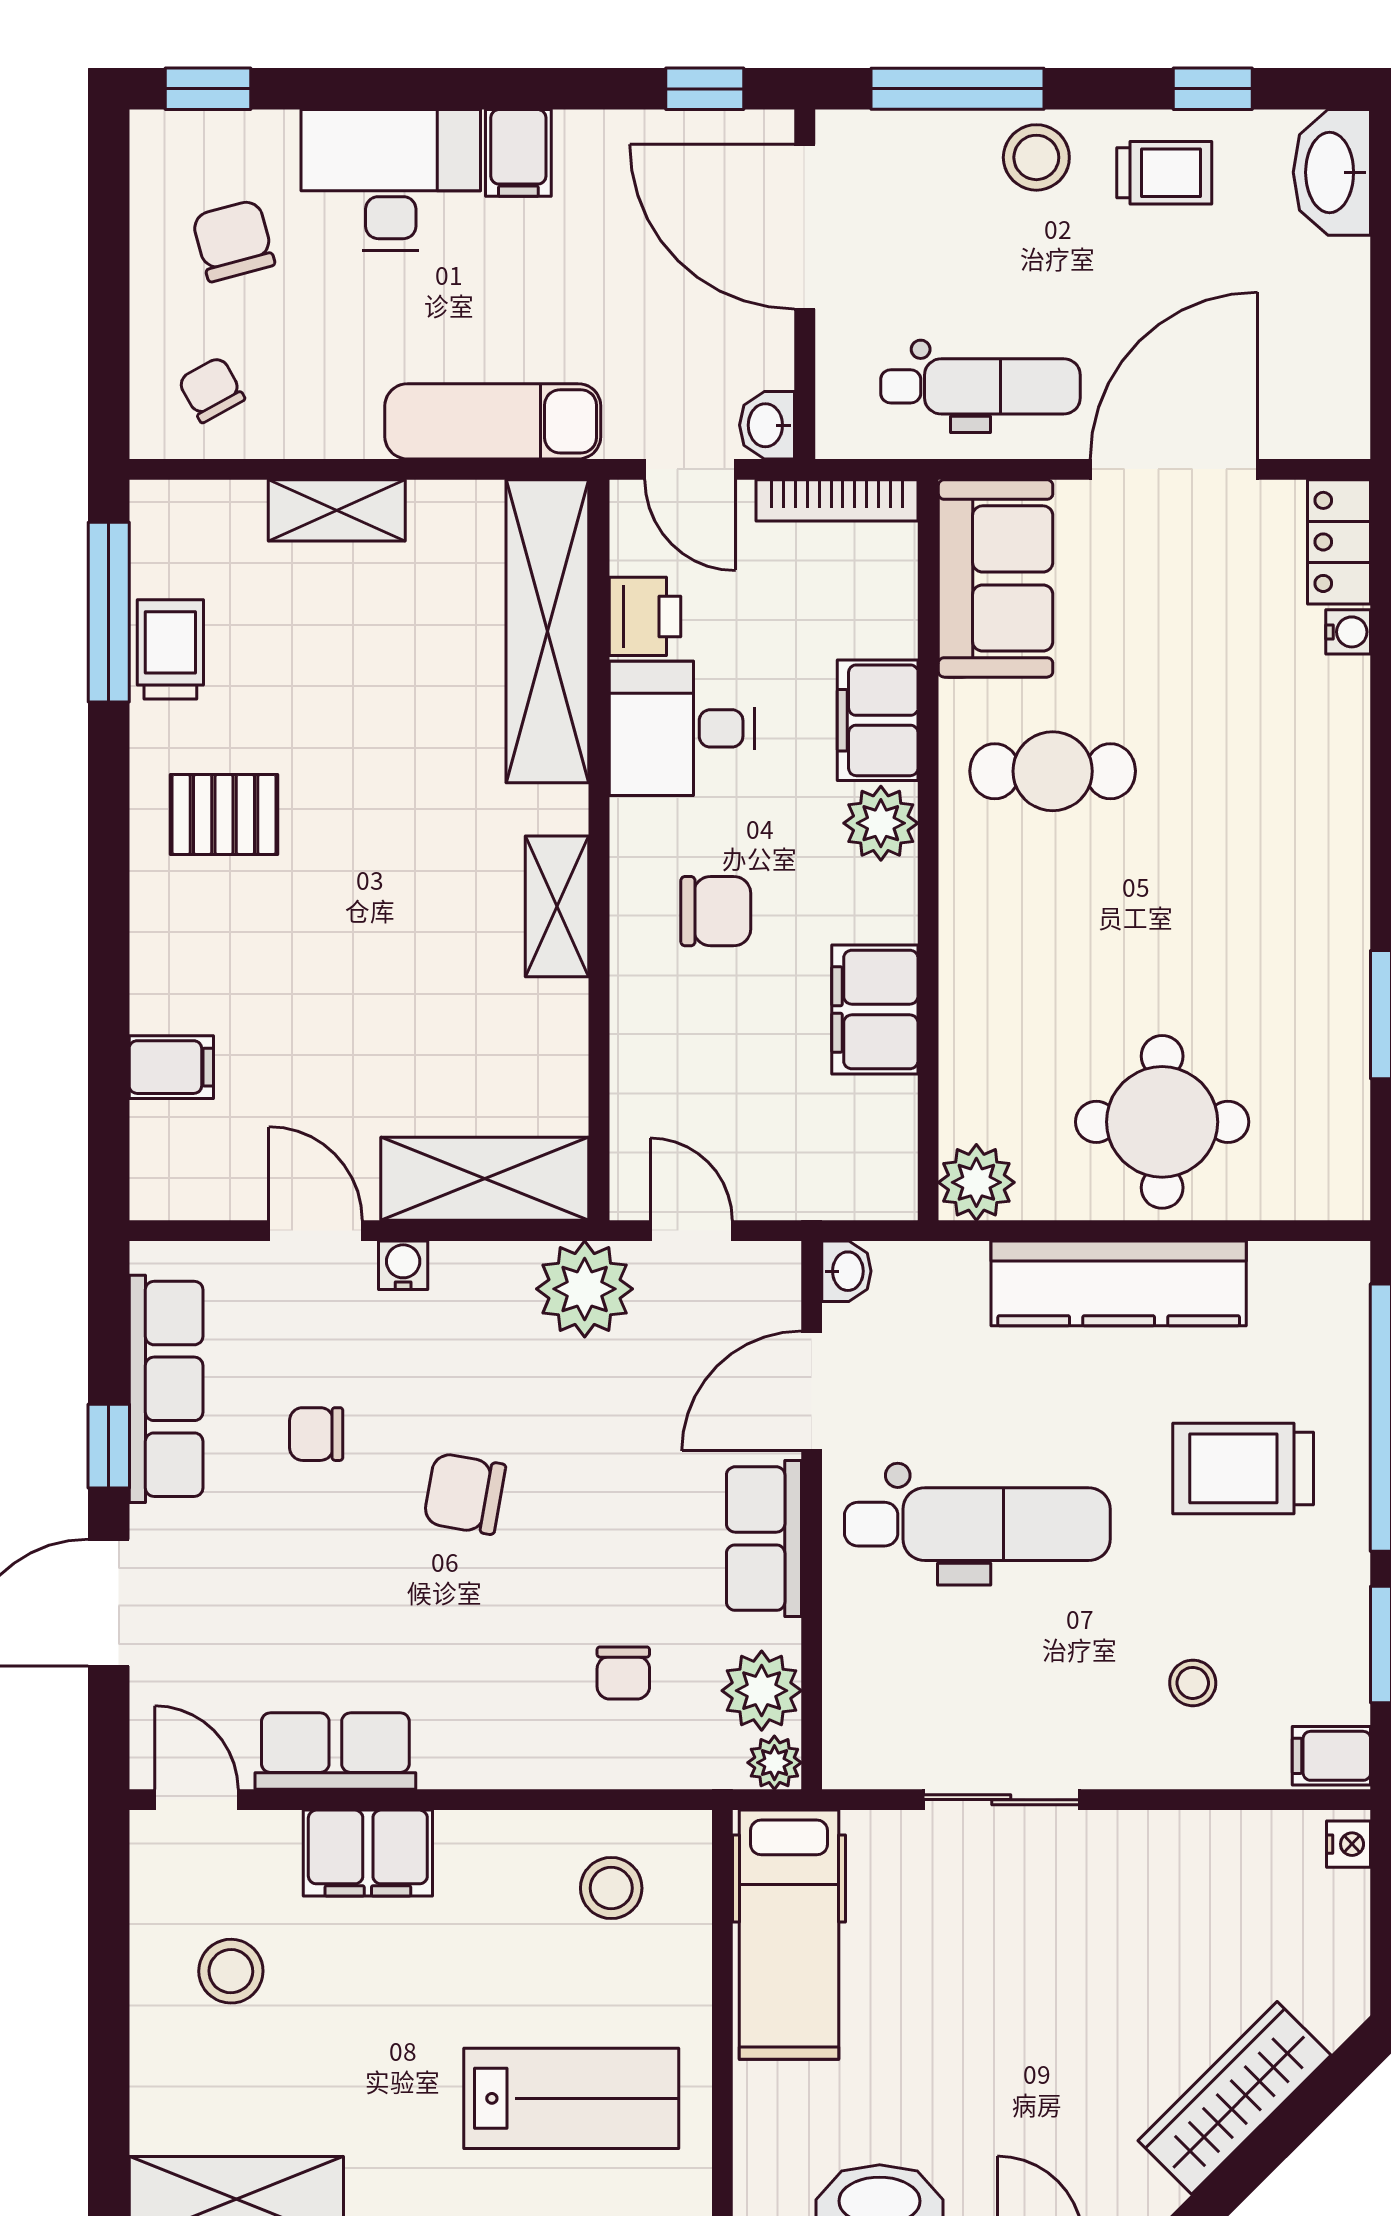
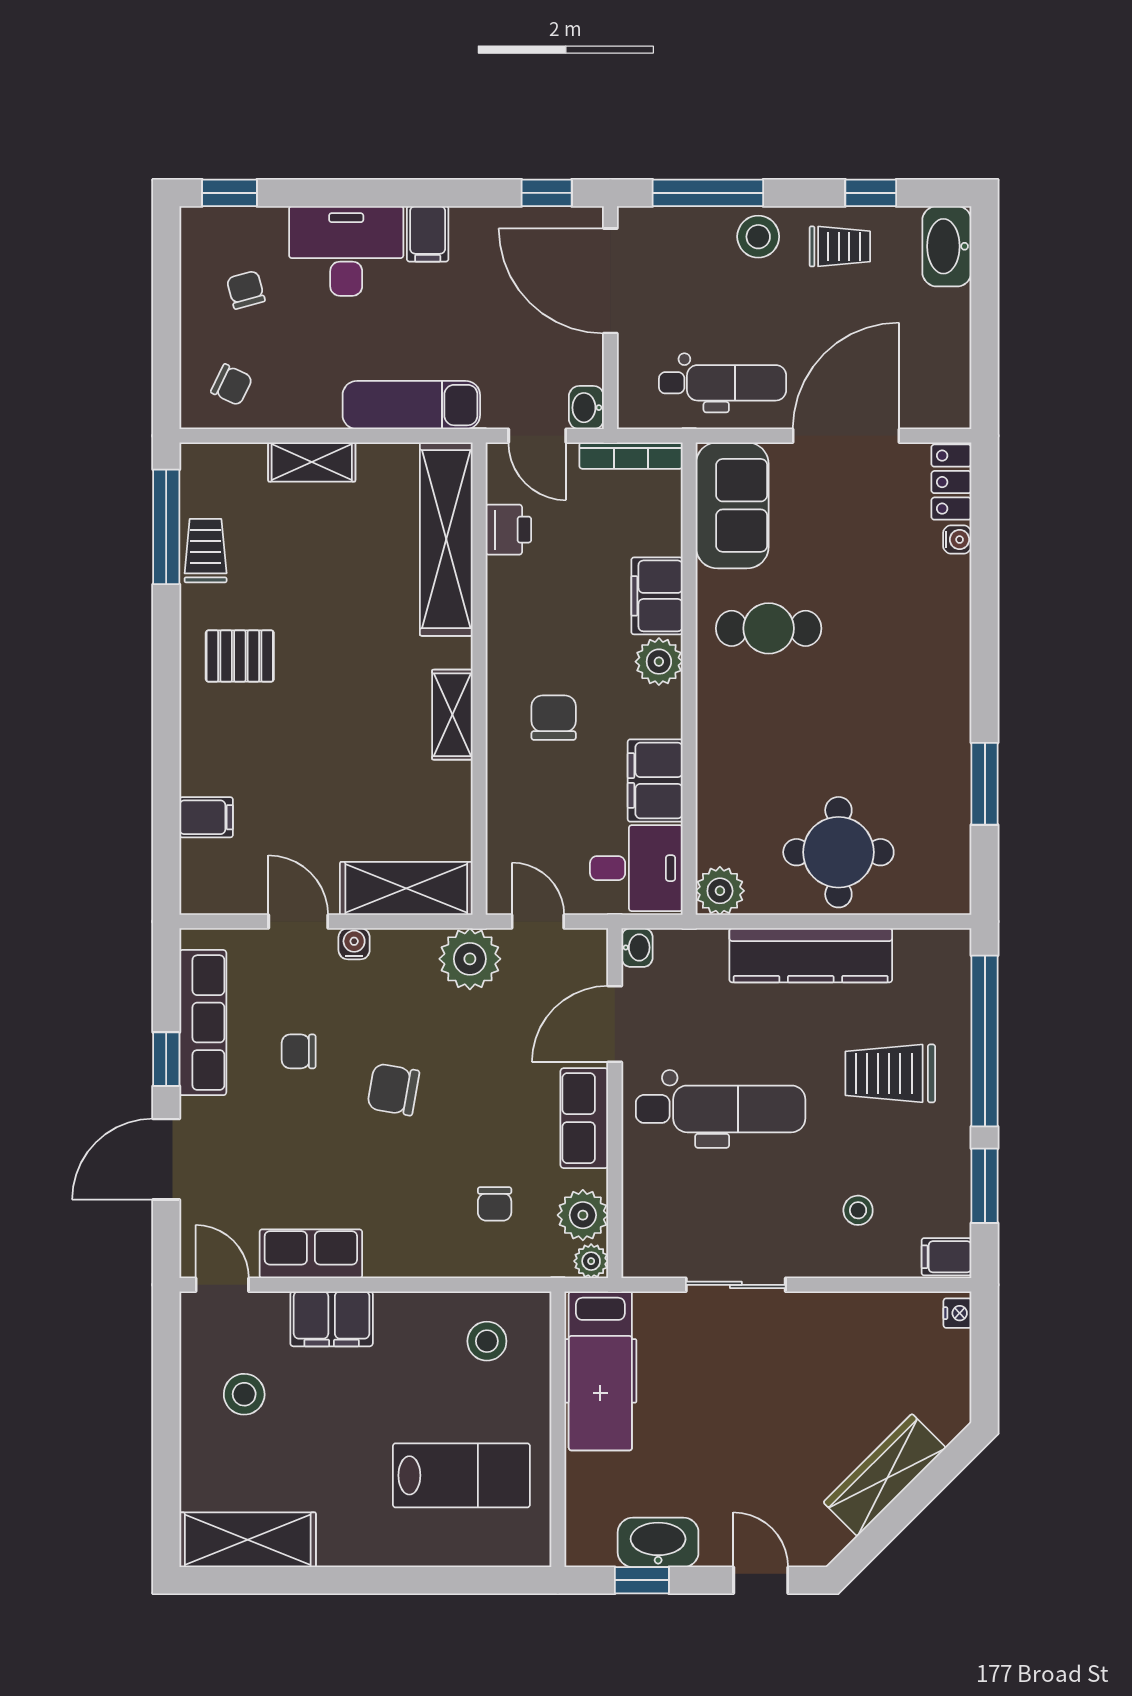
chair: (233, 241) -> (246, 290), width x0.73, depth x0.73
chair: (211, 390) -> (232, 385), turned 145
desk: (682, 728) -> (636, 868), moved, turned 180
chair: (716, 911) -> (554, 718), turned -90

